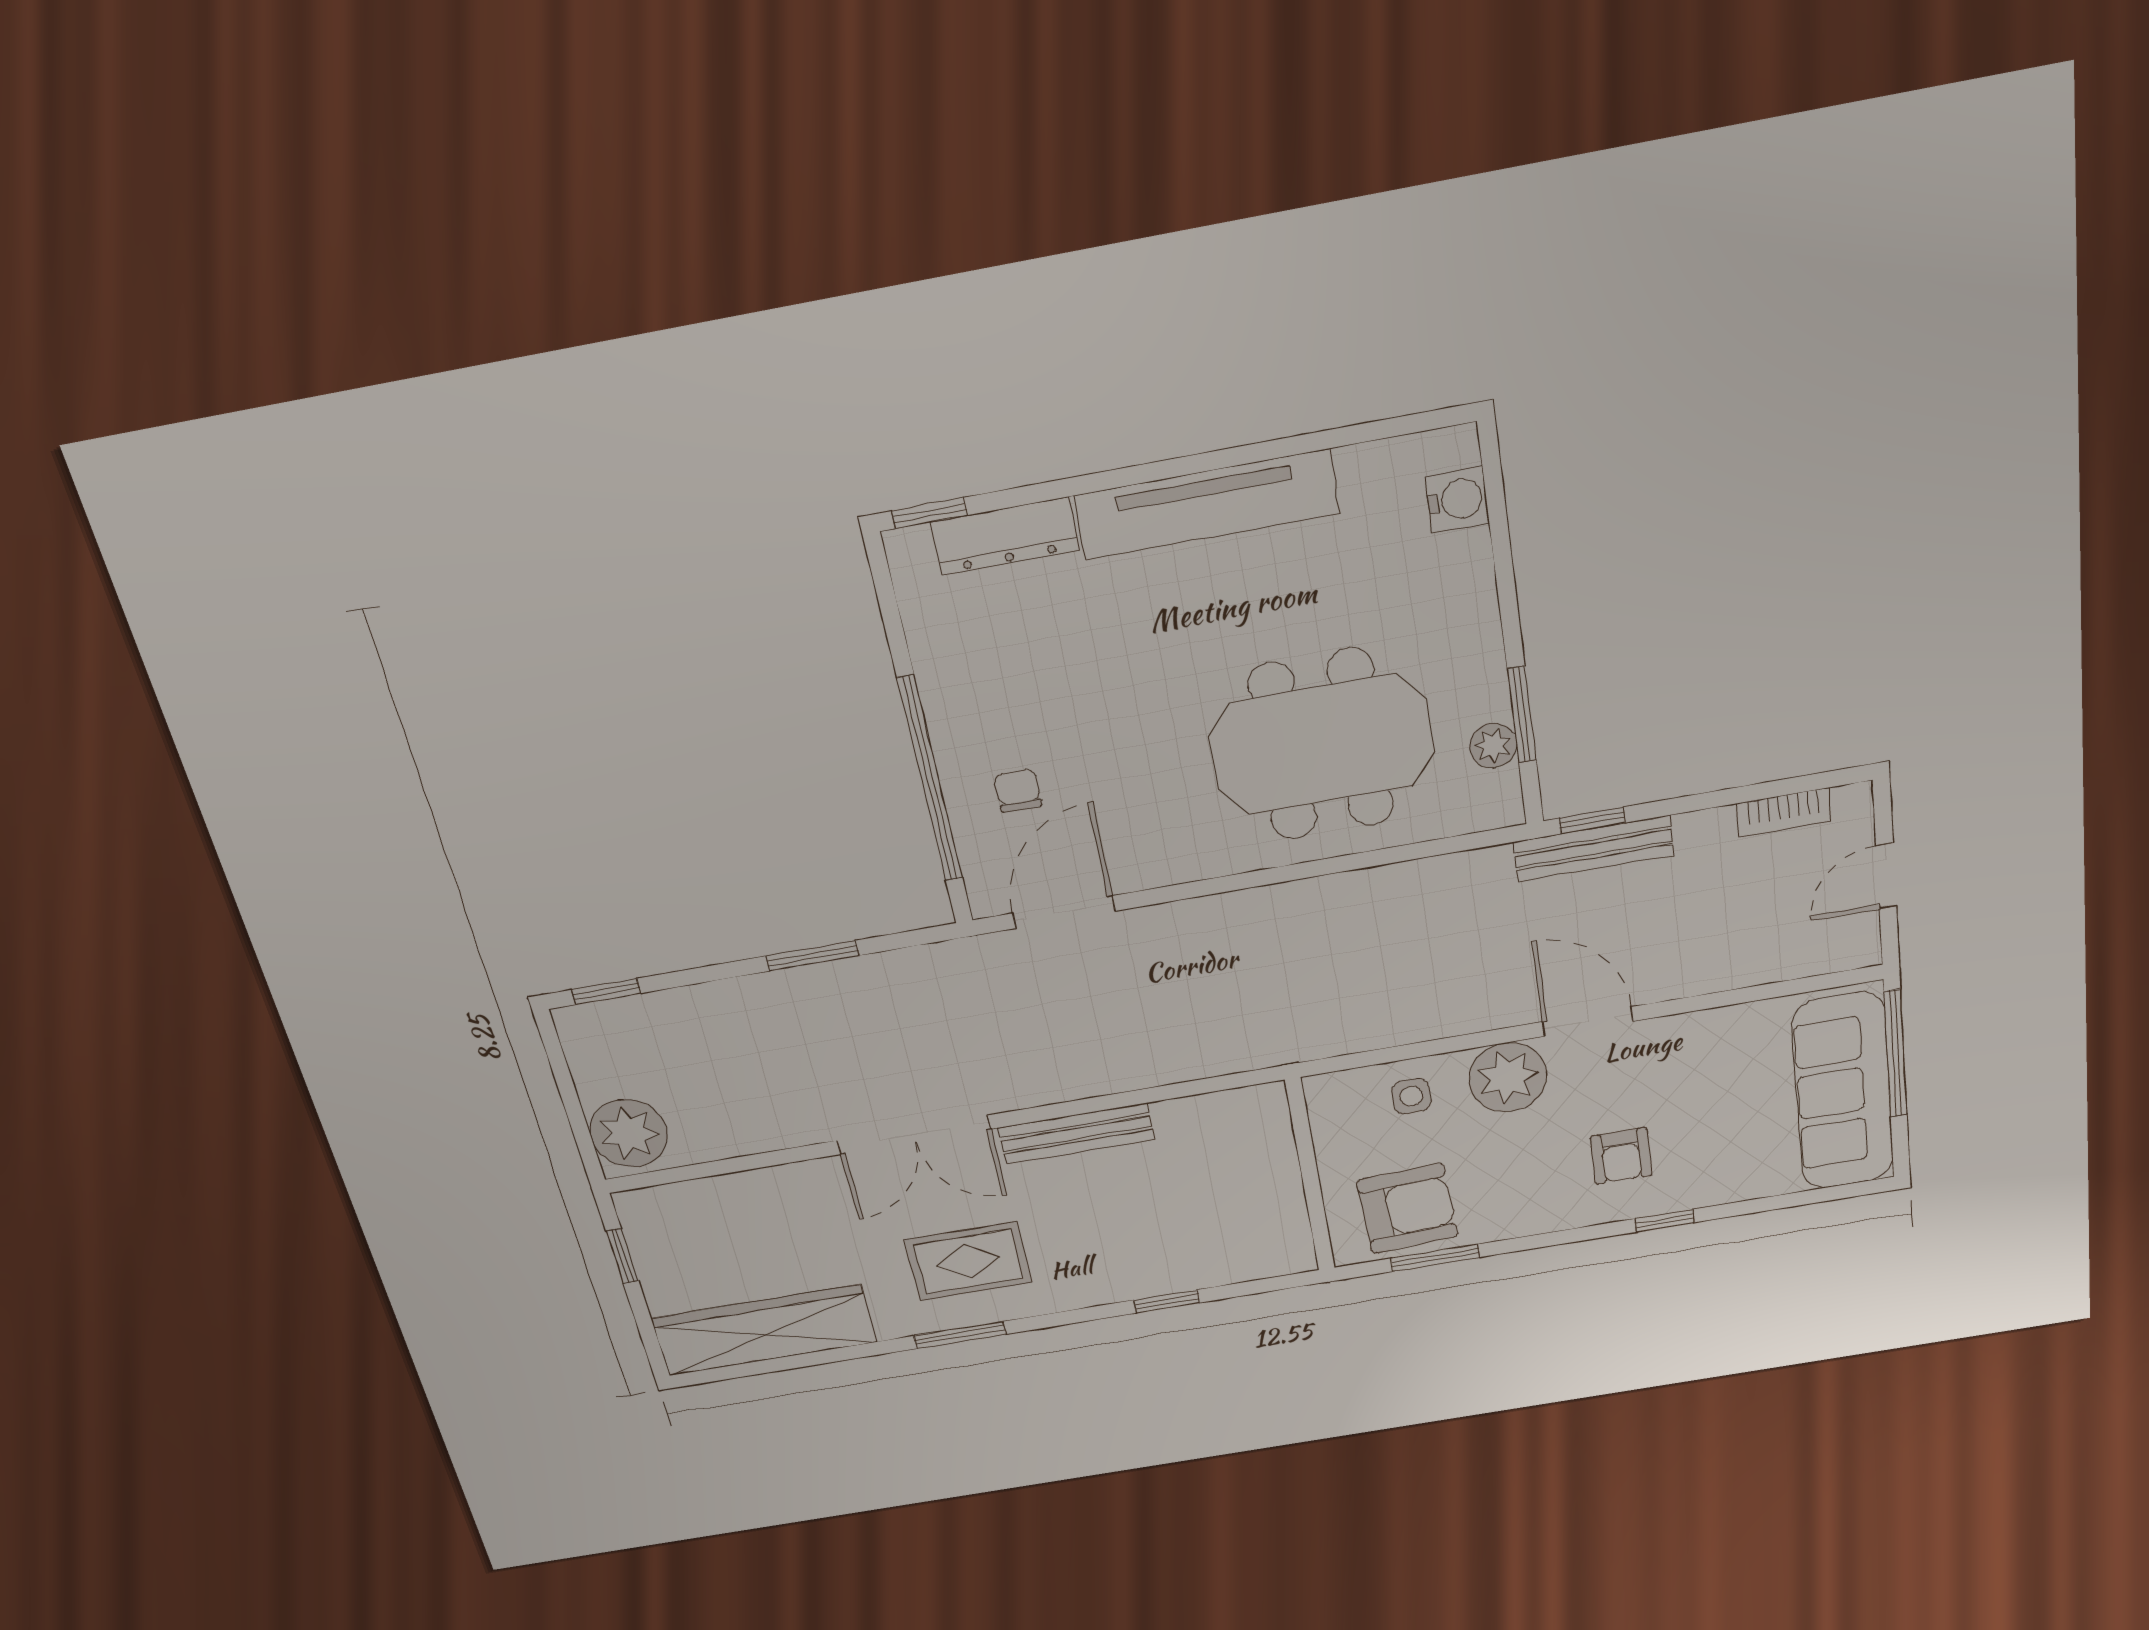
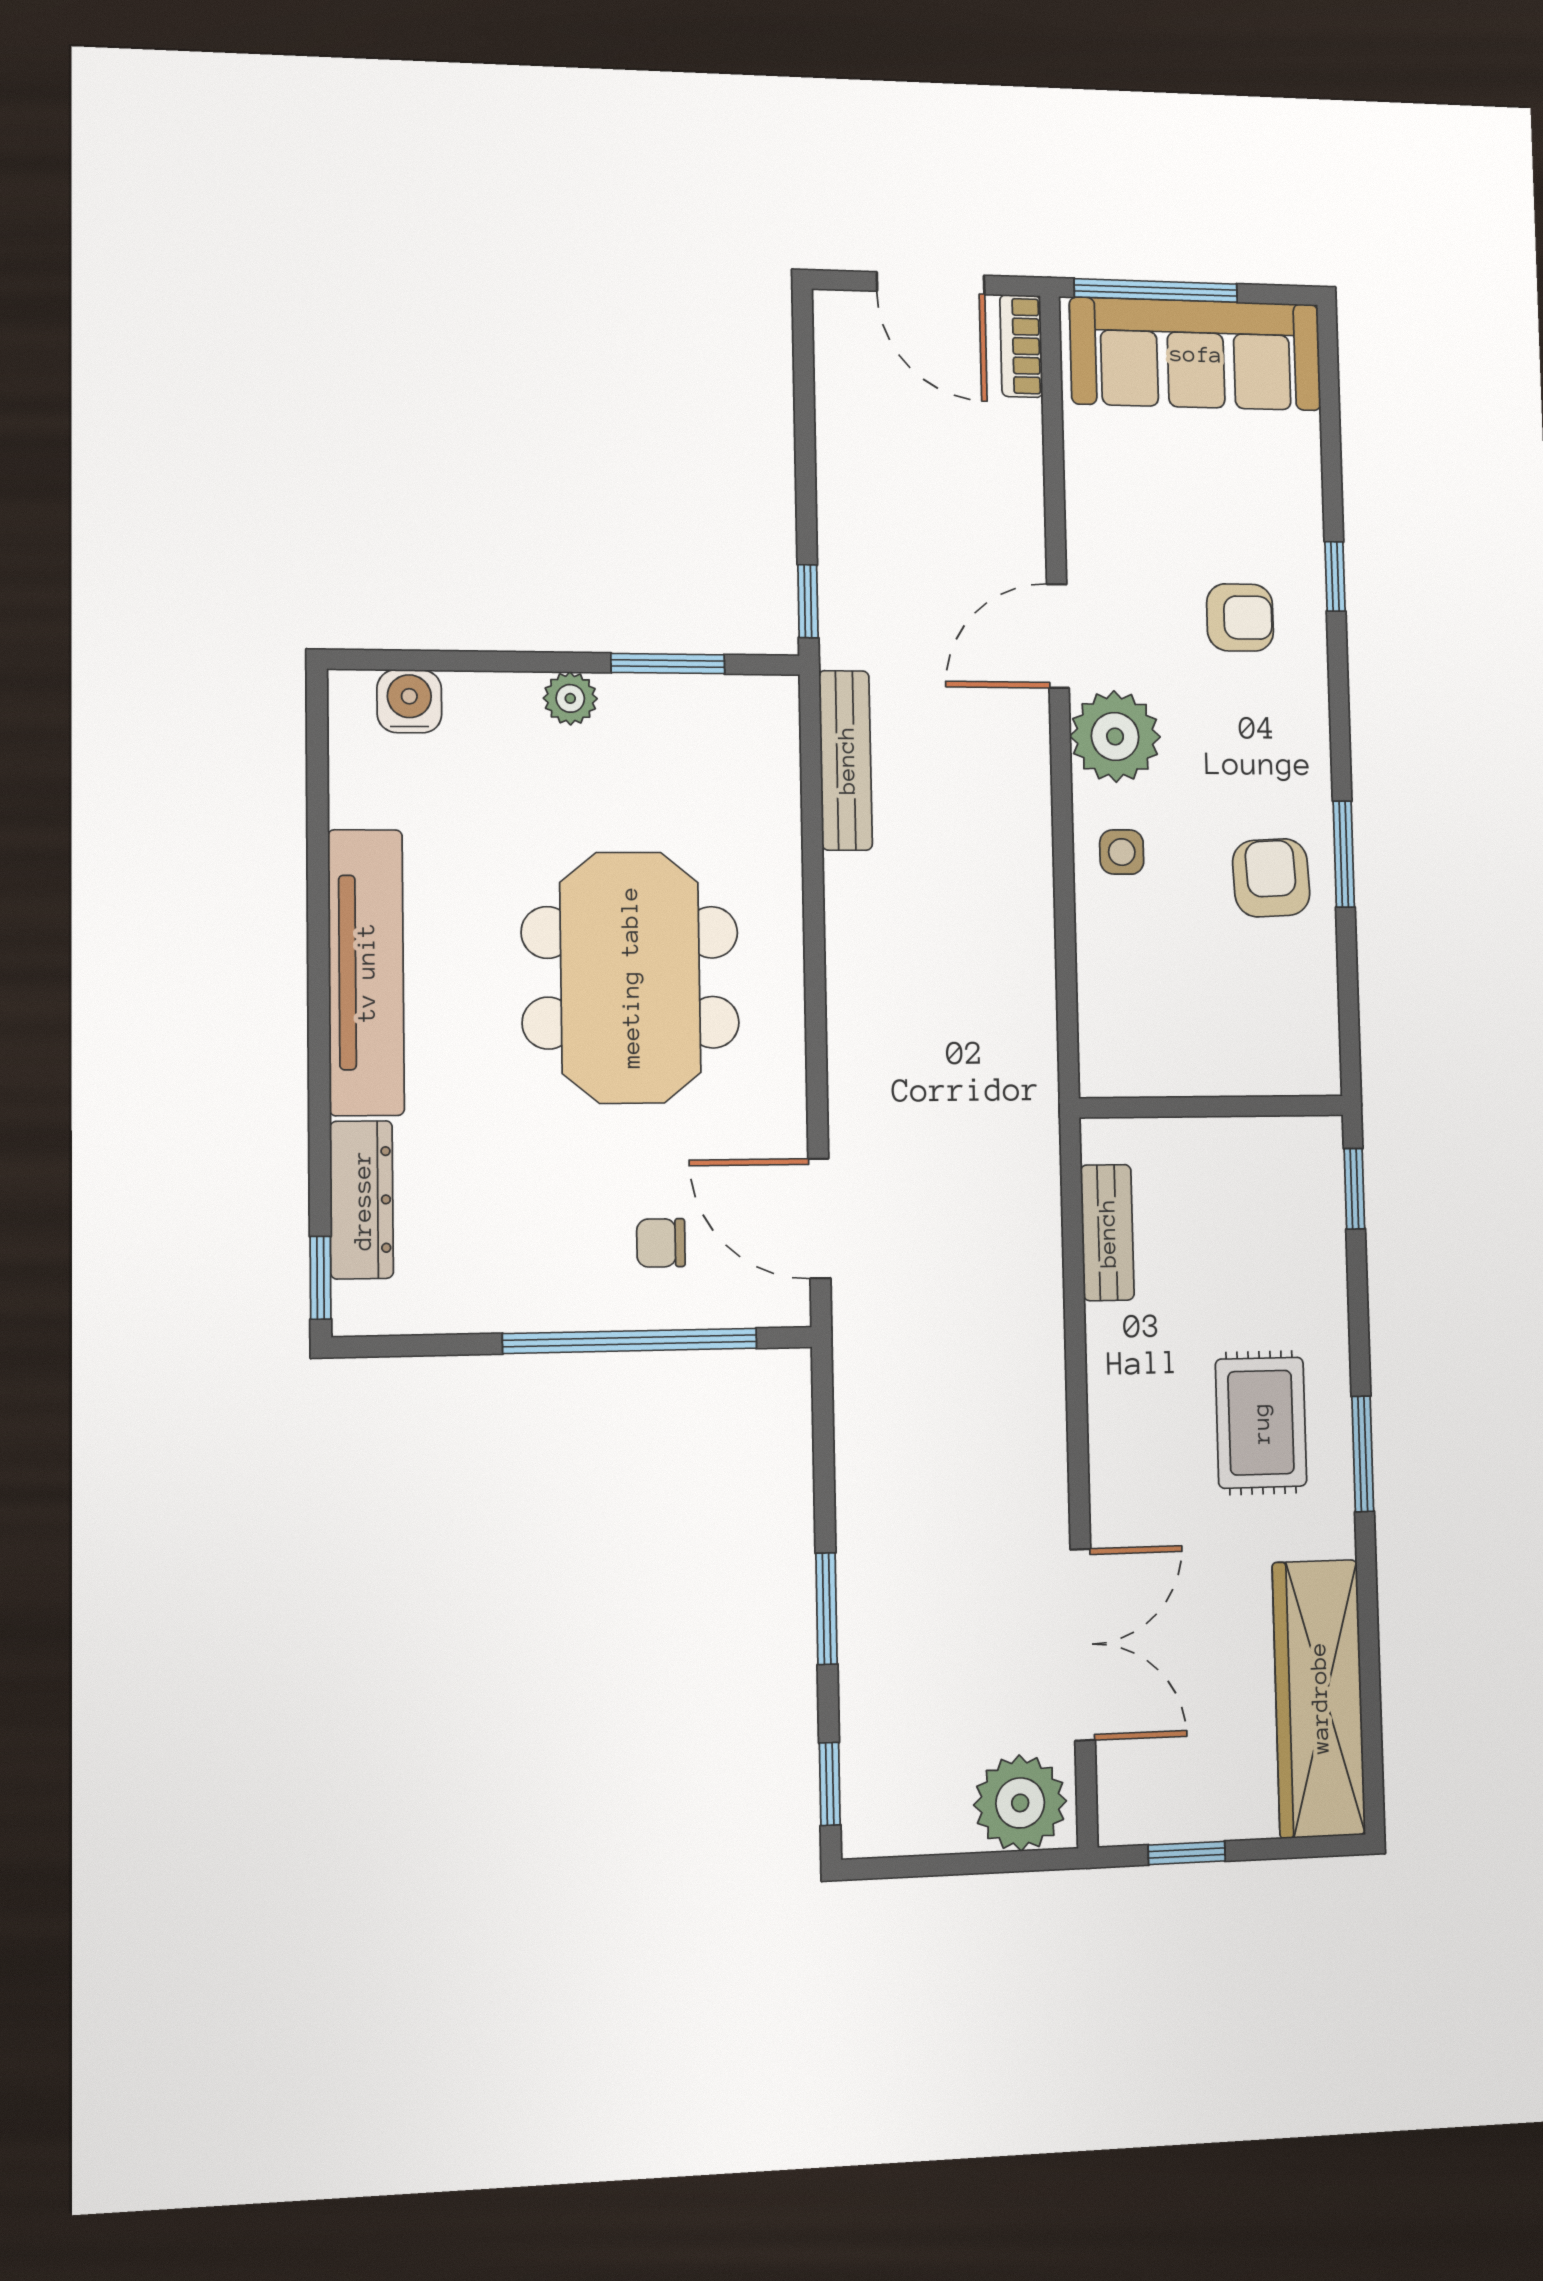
meeting table: (1322, 745) -> (630, 977), moved
plant: (1493, 746) -> (570, 698), moved
bookcase: (1784, 812) -> (1021, 346), moved, turned 180
bench: (1593, 849) -> (846, 760), moved
door: (1886, 876) -> (931, 283), width x1.38
window: (812, 956) -> (827, 1609), moved
bench: (1076, 1134) -> (1107, 1233), width x0.73
double door: (914, 1135) -> (1083, 1645), moved
wall: (1310, 1176) -> (1212, 1107), moved
armchair: (1407, 1209) -> (1271, 878), width x0.72, depth x0.72

